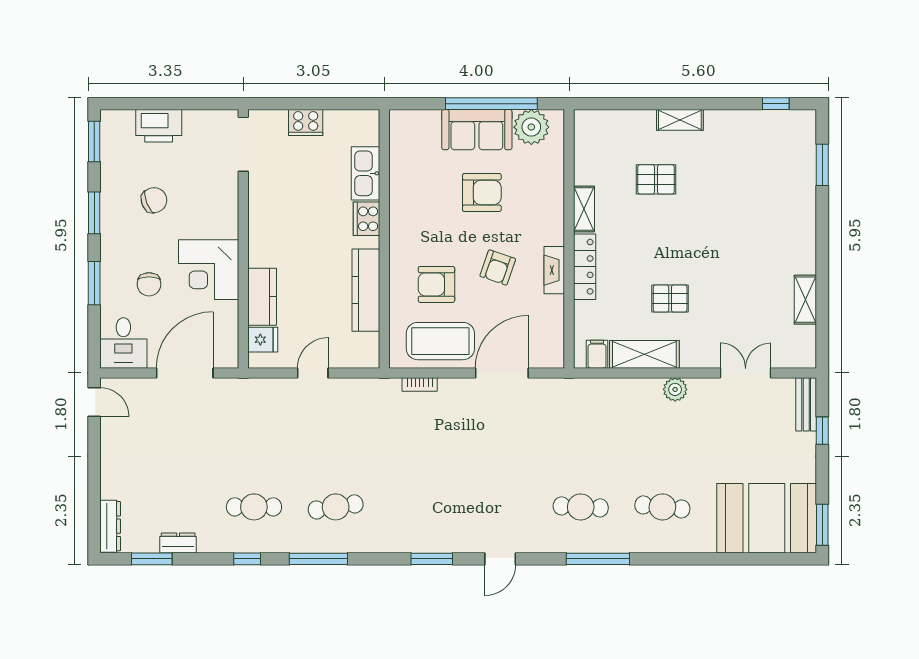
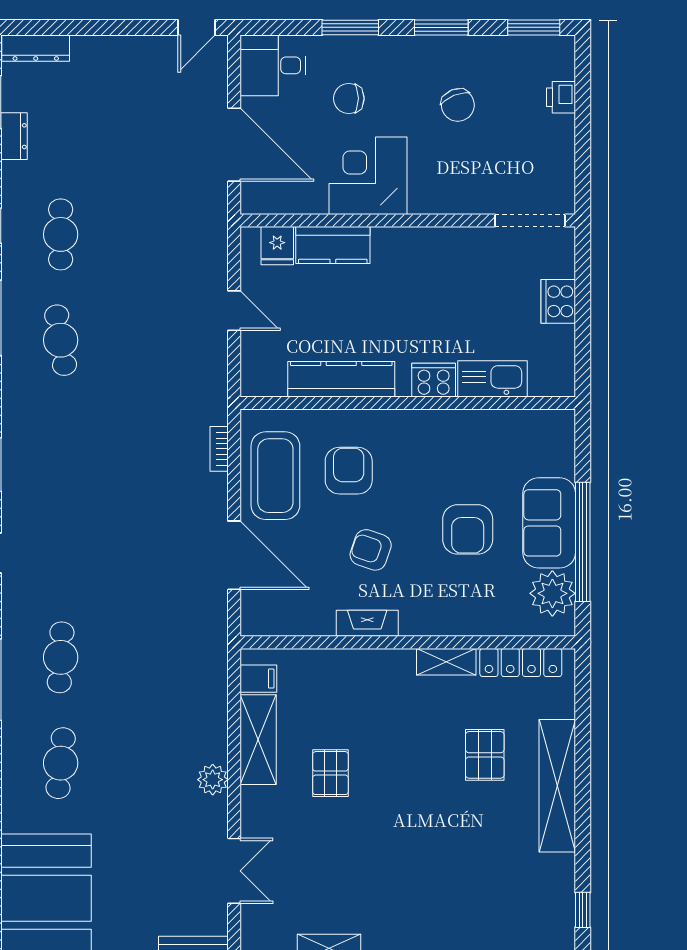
shelving: (680, 120) -> (557, 786), width x2.20, depth x1.33
printer: (159, 126) -> (561, 97), width x0.53, depth x0.68
locker: (585, 267) -> (521, 662), moved

